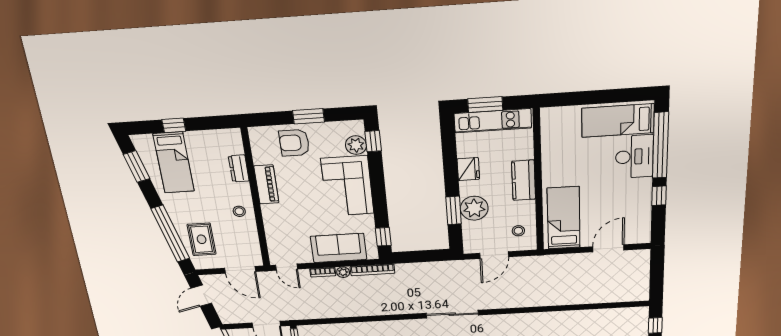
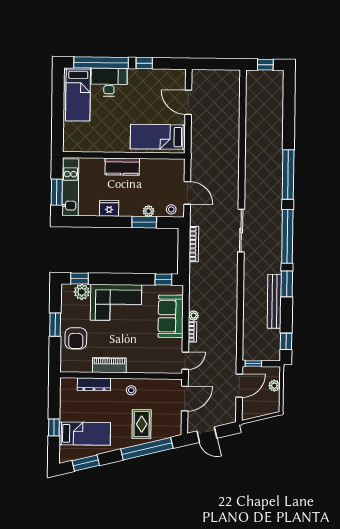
dresser: (239, 168) -> (94, 384), width x1.44
plant: (474, 208) -> (149, 211), width x0.53, depth x0.53
stool: (518, 231) -> (171, 209), moved
rug: (202, 239) -> (142, 424), moved, turned 90
bookcase: (372, 270) -> (194, 244), moved

